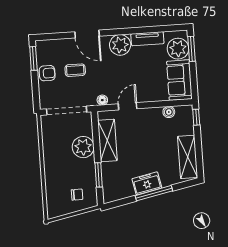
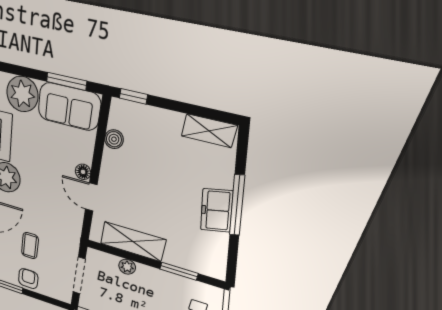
window: (191, 49) -> (67, 81), moved
floor lamp: (102, 100) -> (83, 172), moved
doorway: (67, 111) -> (79, 276), width x0.73
plant: (83, 147) -> (127, 267), width x0.53, depth x0.53
shelving: (188, 157) -> (209, 131), width x0.67, depth x0.75

